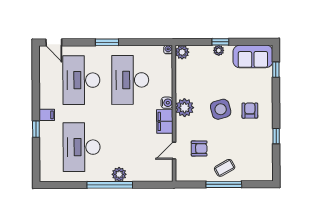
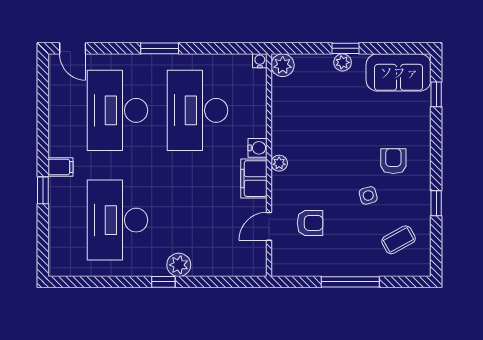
plant: (184, 108) -> (279, 163), width x0.53, depth x0.53
side table: (221, 109) -> (368, 195), moved, width x0.54, depth x0.54
coffee table: (225, 168) -> (399, 240), moved
window: (110, 185) -> (163, 282), width x0.32

